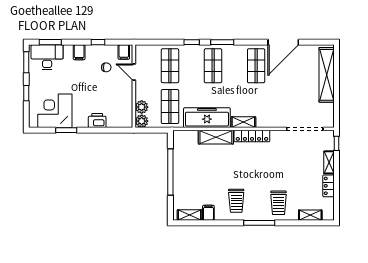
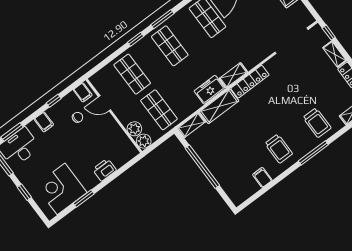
freezer: (207, 118) -> (210, 90), width x0.52, depth x0.79
shelving: (190, 215) -> (191, 125), moved

